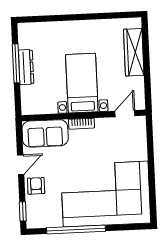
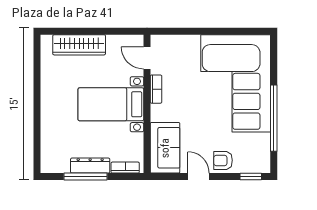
bookcase: (26, 98) -> (125, 168), added
bookcase: (81, 124) -> (156, 89), moved

